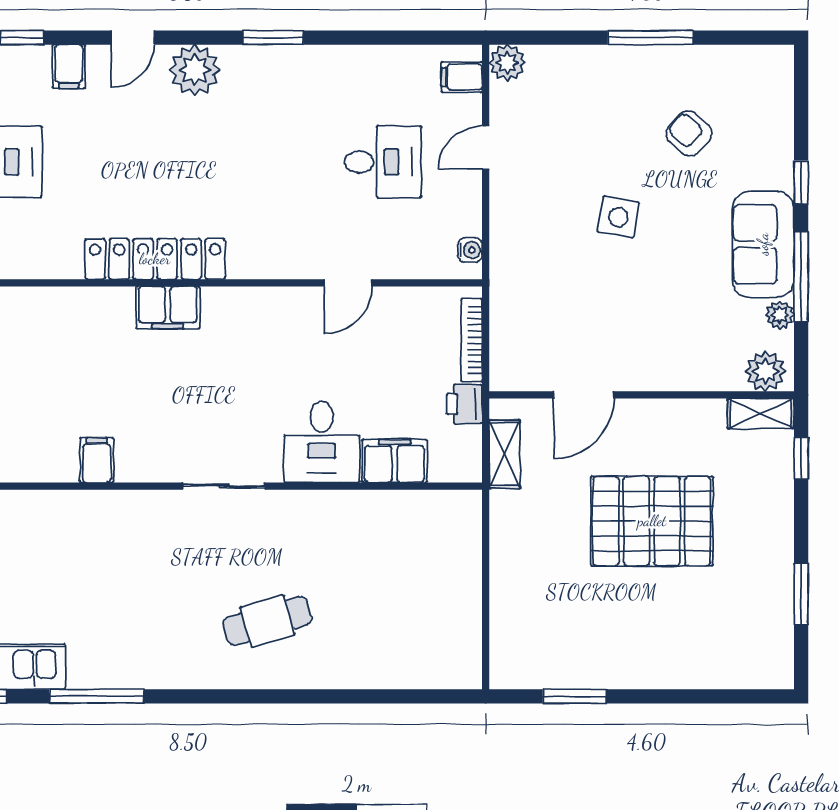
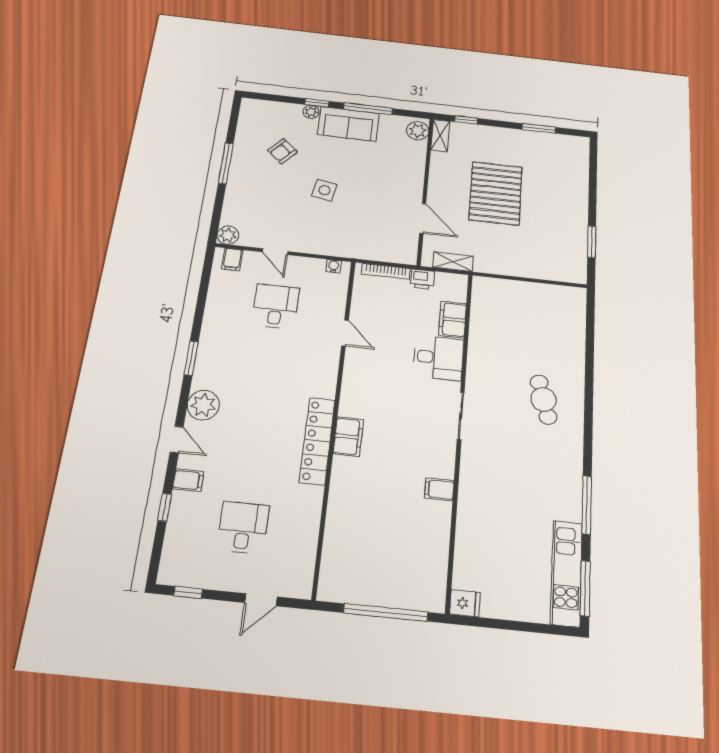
plant: (780, 315) -> (311, 112), moved

